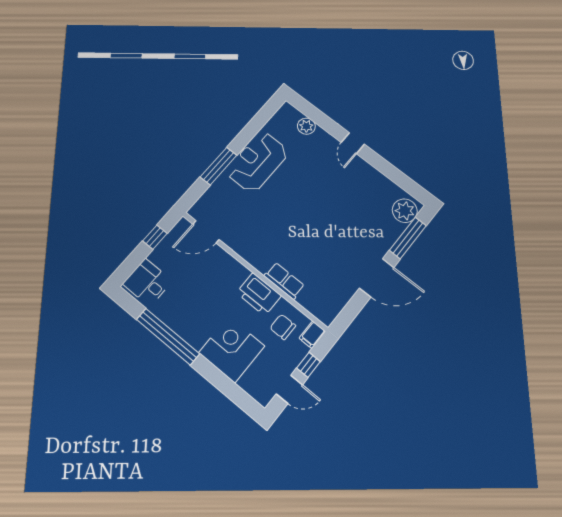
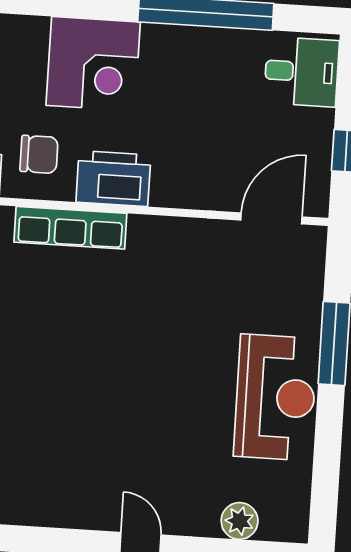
row of seats: (284, 281) -> (70, 228), width x1.48

